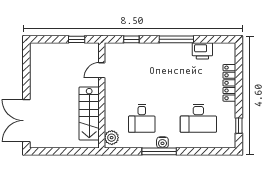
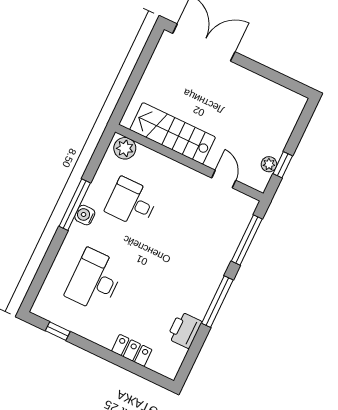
window: (131, 39) -> (247, 240), width x2.17
plant: (80, 48) -> (269, 164), added
locker: (229, 83) -> (132, 350), width x0.66

